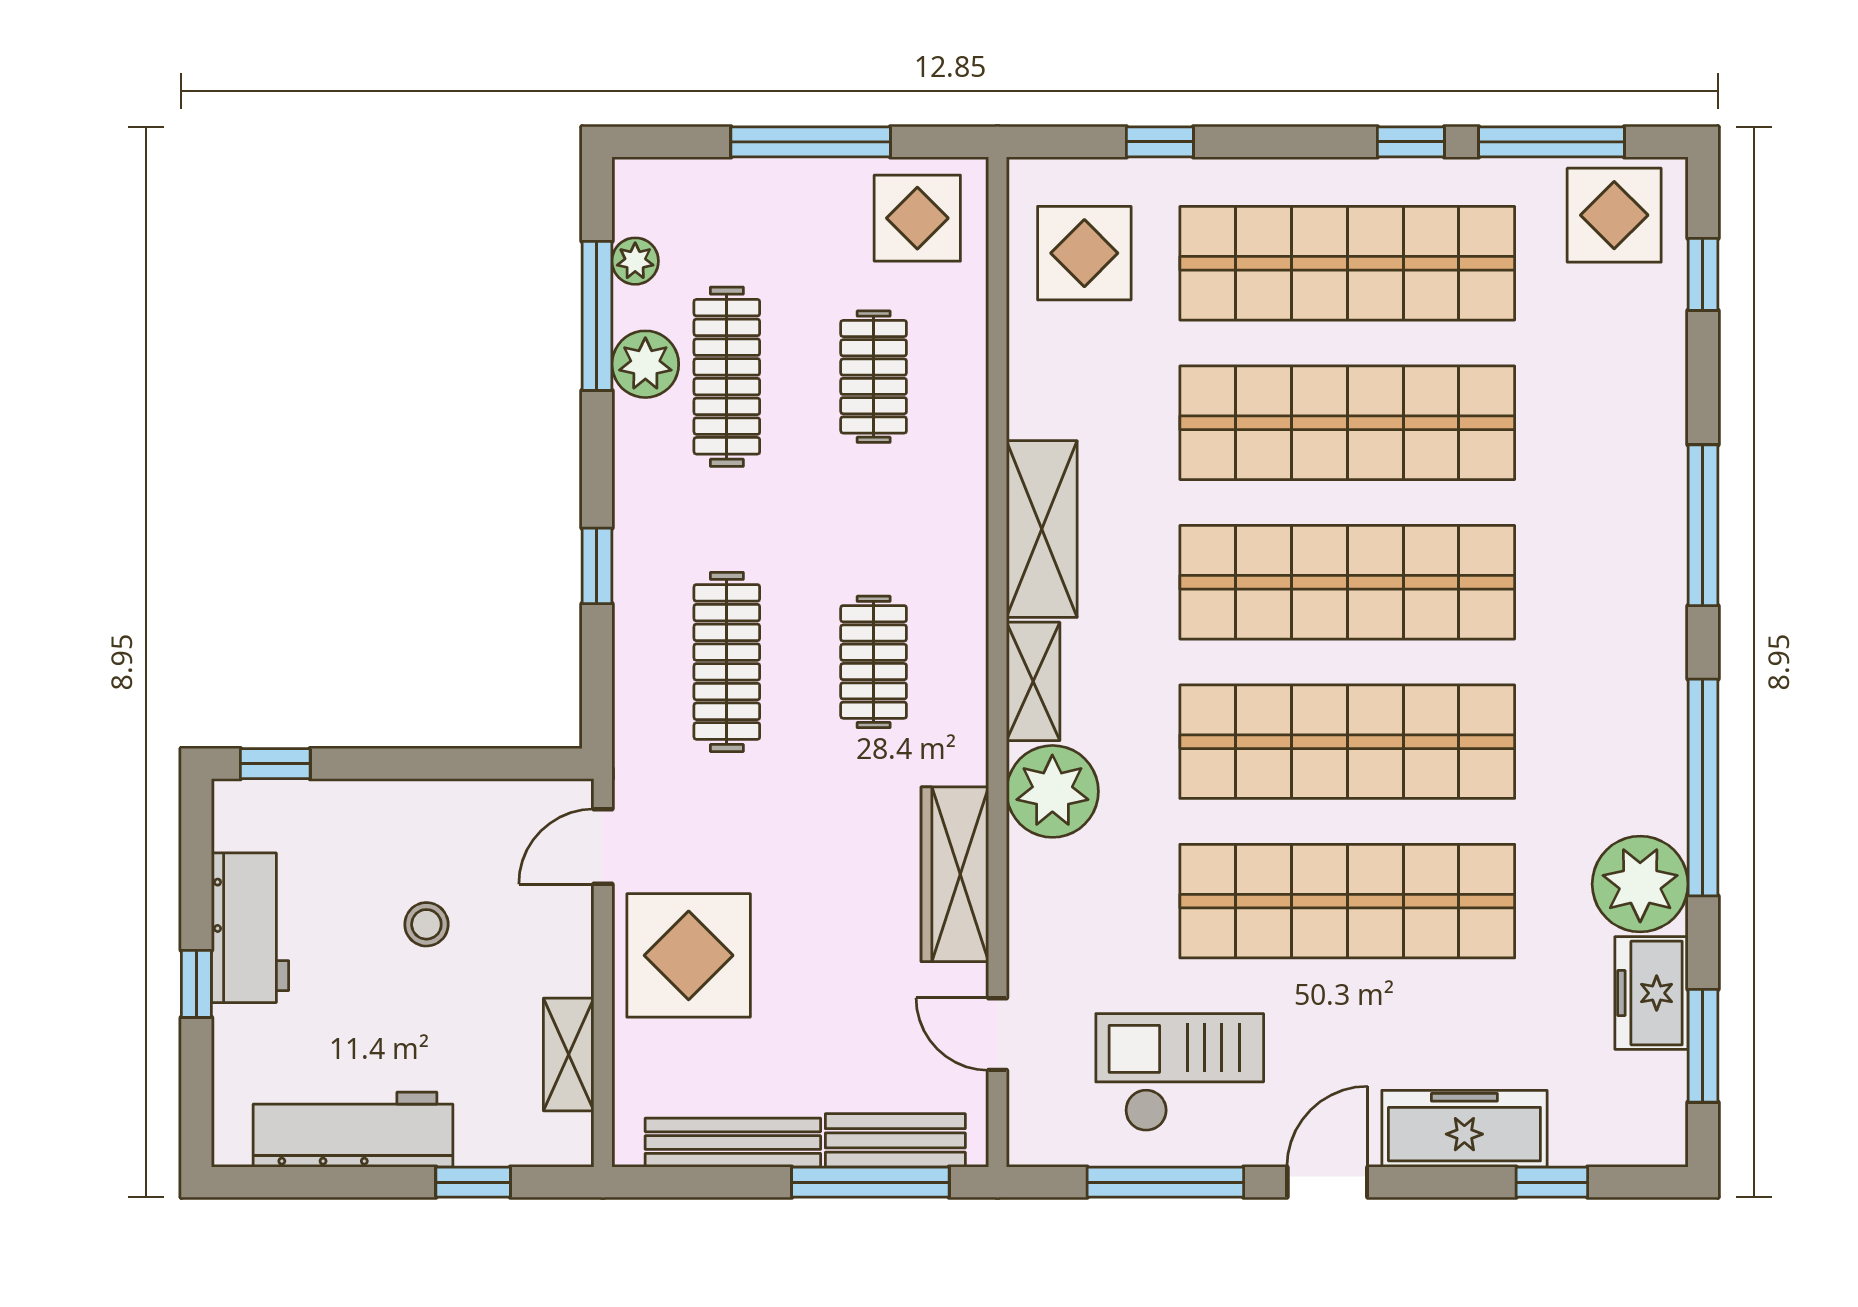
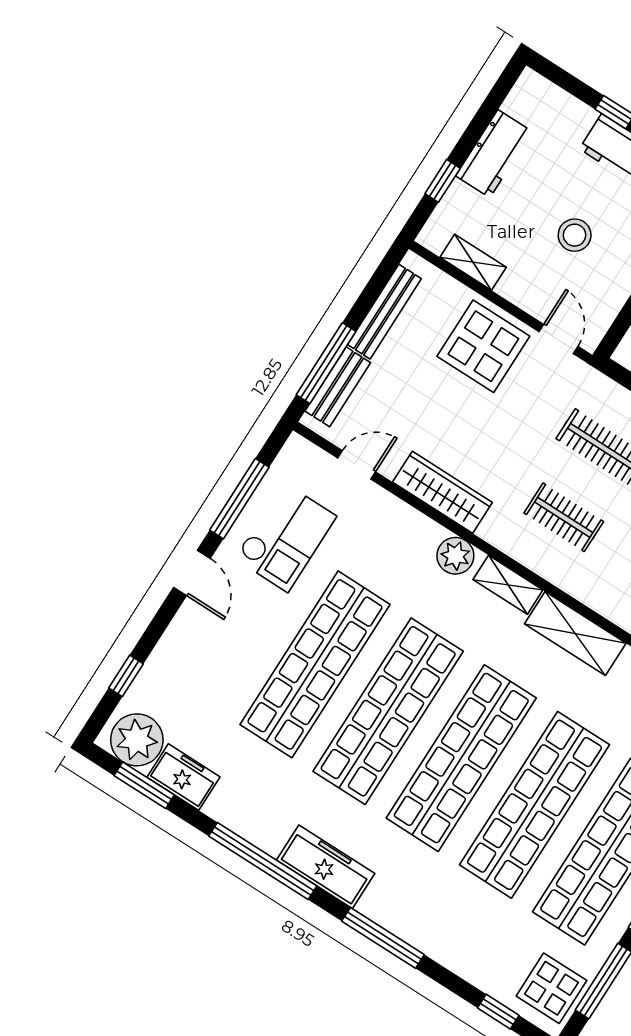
plant: (1052, 791) -> (455, 556), width x0.73, depth x0.73
plant: (1640, 884) -> (137, 740), moved
stool: (426, 924) -> (575, 235), width x1.37, depth x1.37
freezer: (1464, 1129) -> (326, 867), moved, turned -90
workbench: (353, 1130) -> (494, 154), width x0.73

